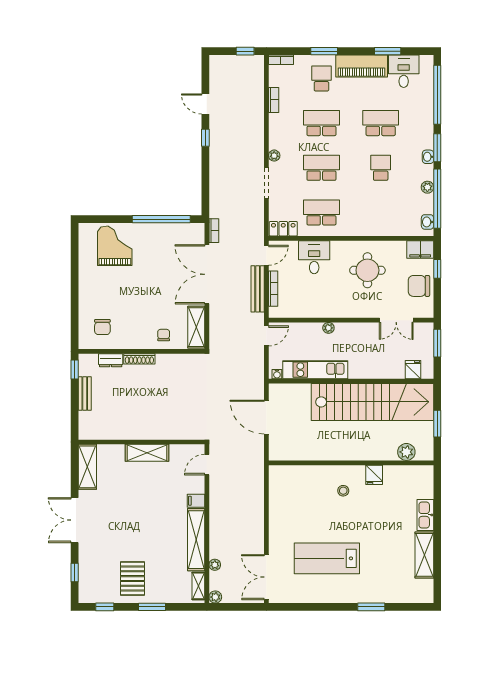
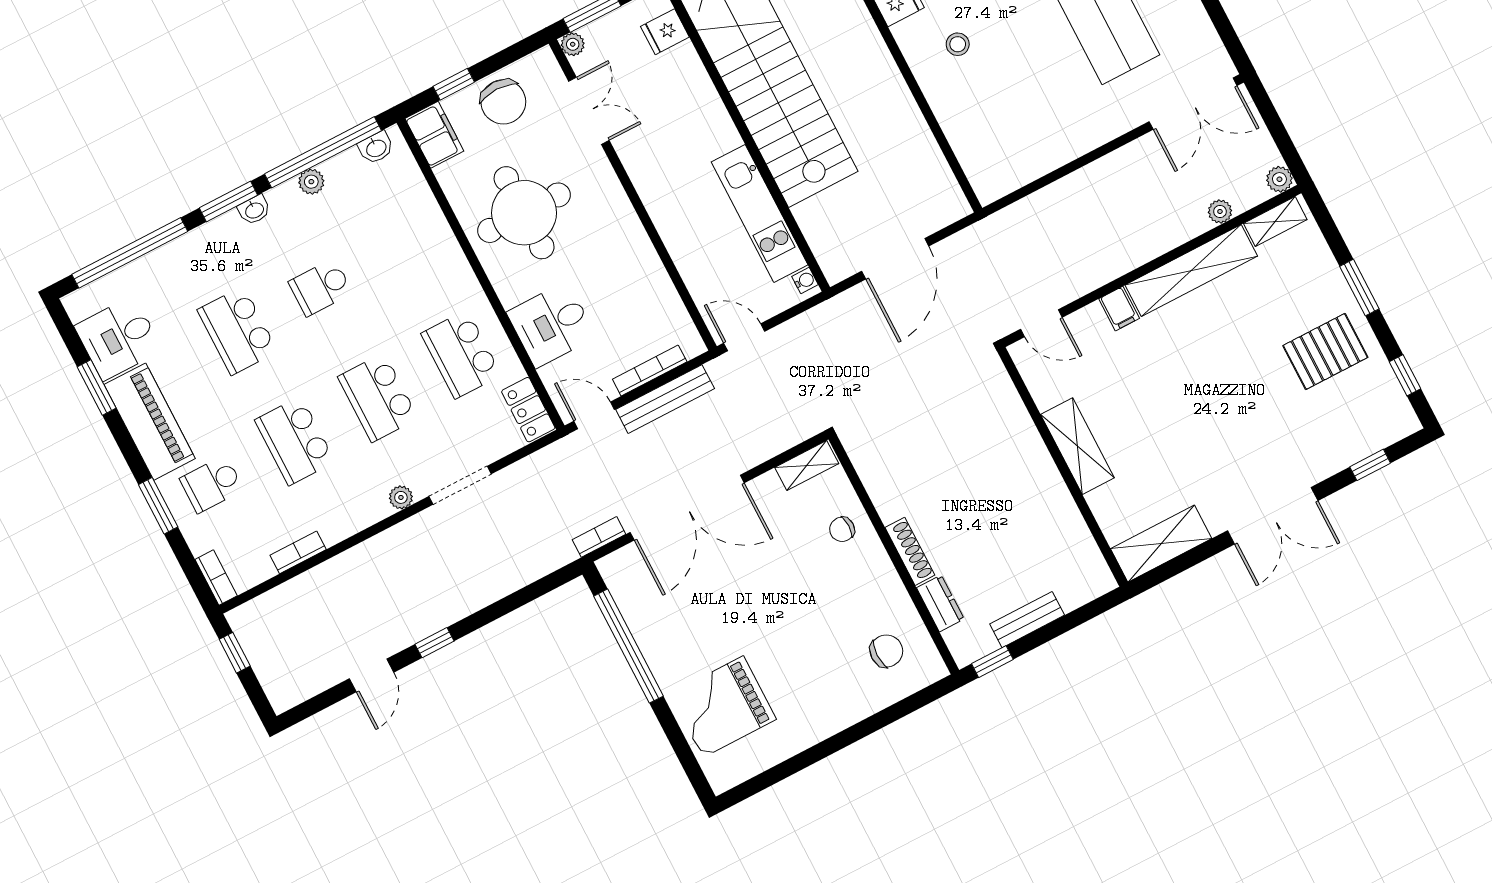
round table: (367, 270) -> (524, 213), width x1.36, depth x1.36
shelving: (196, 327) -> (807, 466), width x0.67, depth x0.75
plant: (328, 328) -> (573, 44), moved

